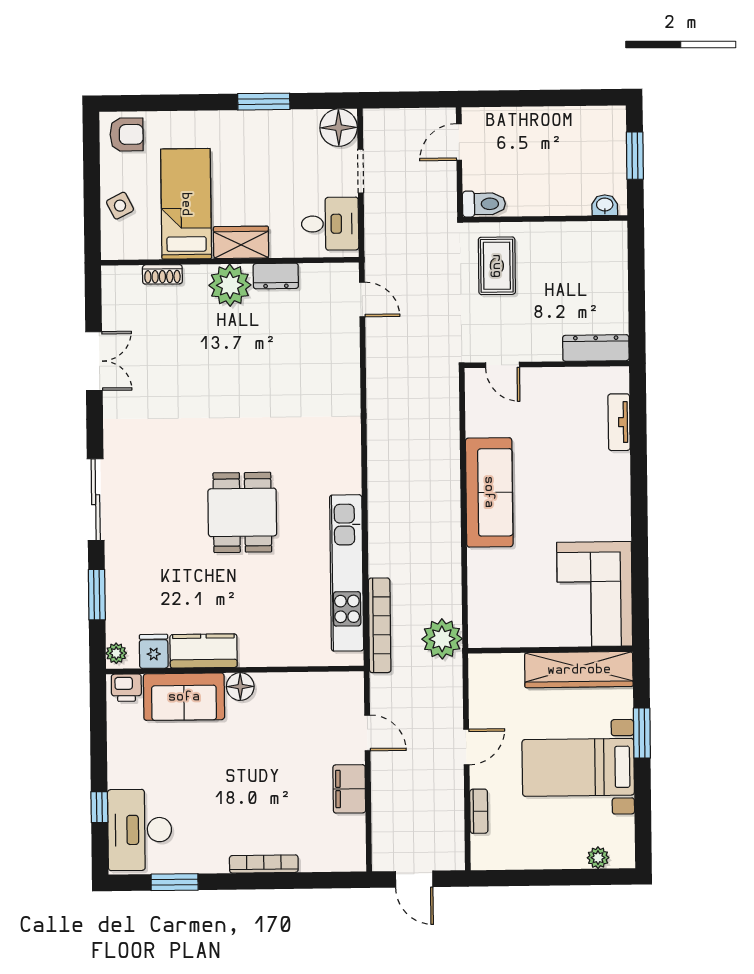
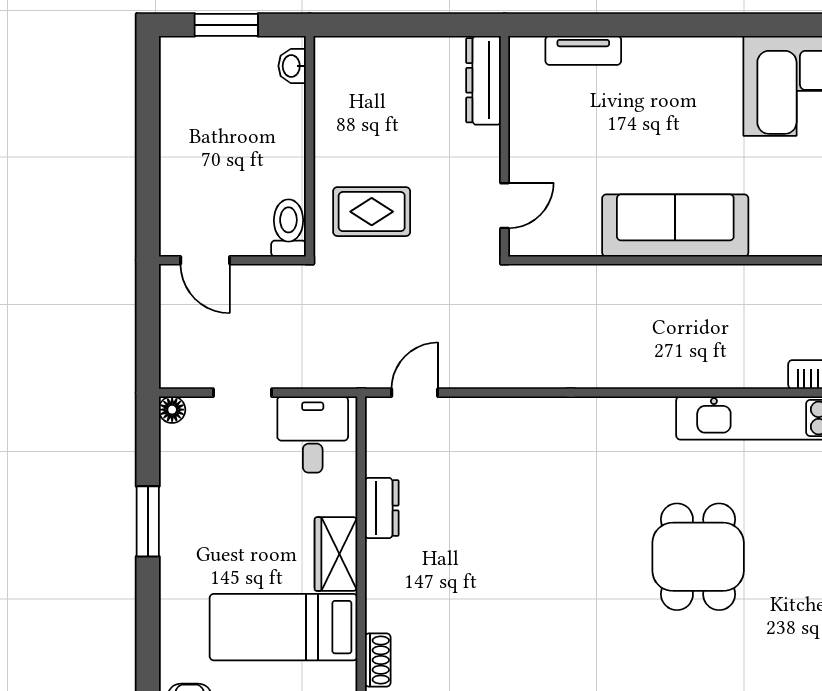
floor lamp: (339, 128) -> (172, 410), width x0.53, depth x0.53
plant: (230, 285) -> (393, 570), removed
dining table: (242, 512) -> (698, 557), turned 90

